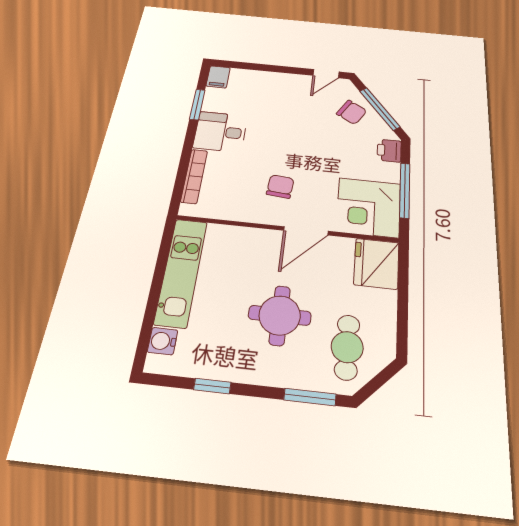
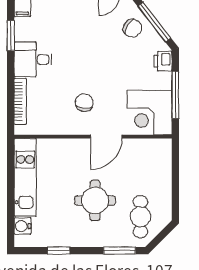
fridge: (377, 263) -> (157, 156), removed

